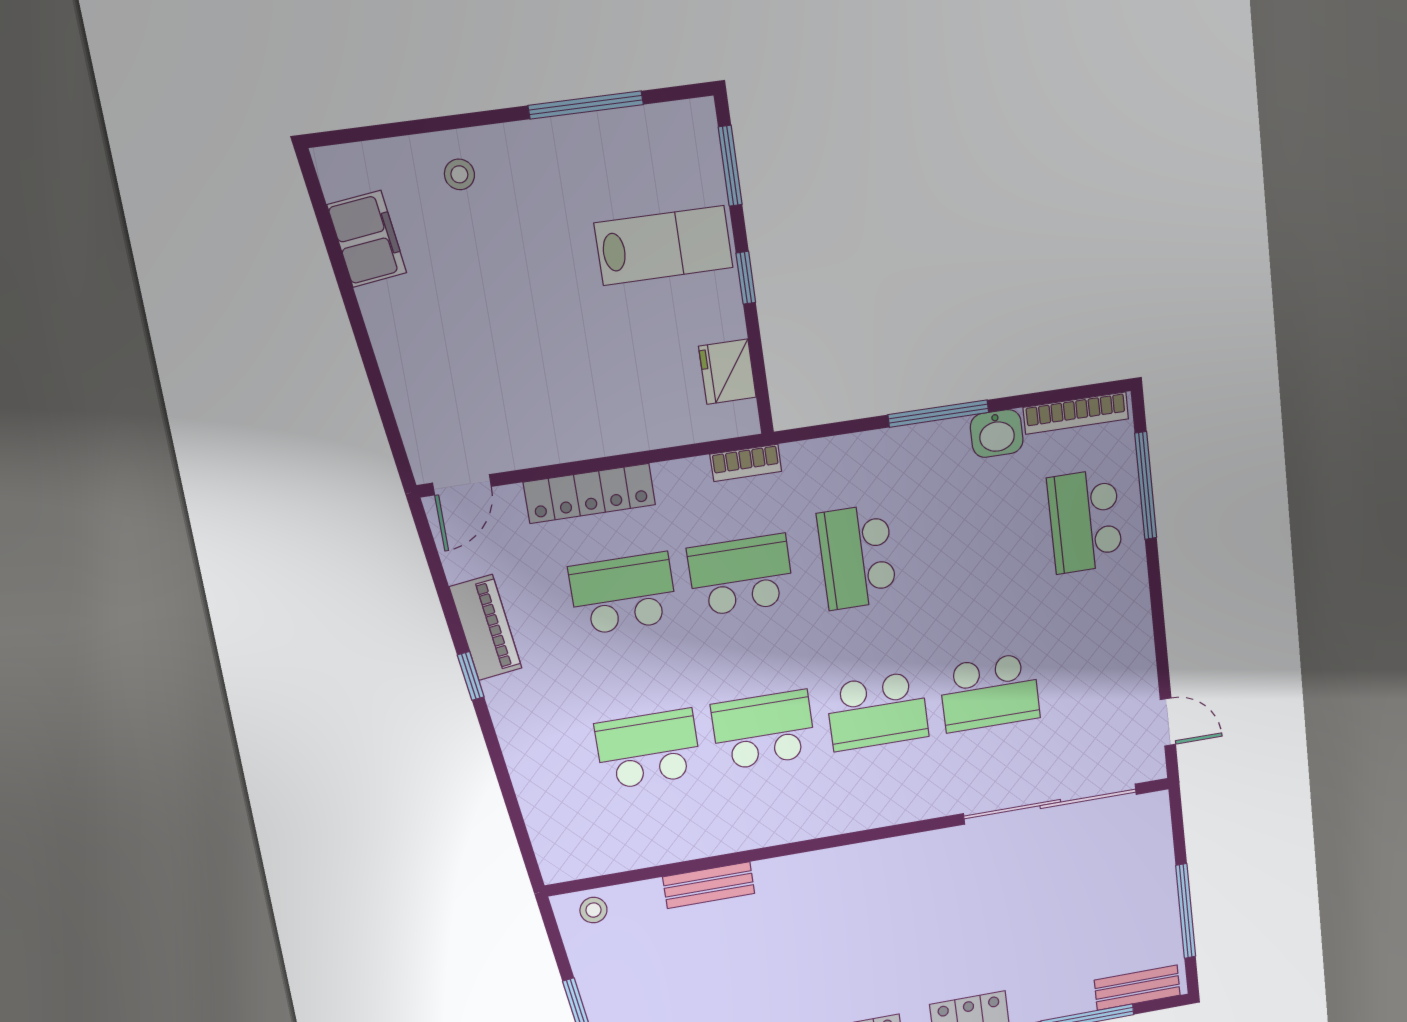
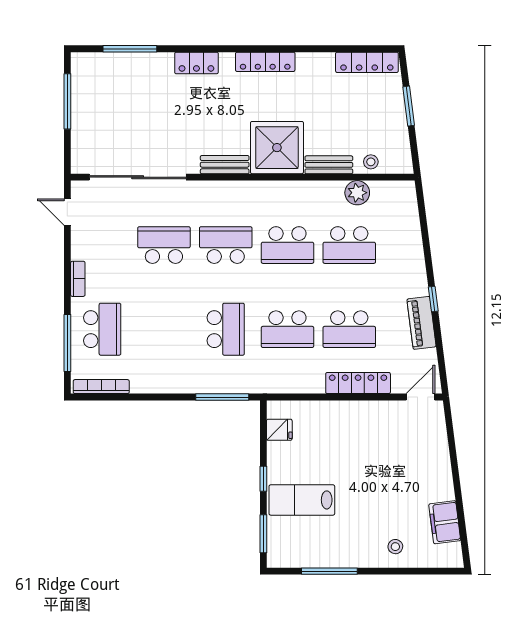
fridge: (727, 372) -> (279, 430), width x0.72
window: (938, 414) -> (222, 397), moved
washbasin: (997, 433) -> (144, 382), removed
bookcase: (746, 463) -> (78, 279), moved, turned 90
plant: (648, 845) -> (357, 193), added
shower: (808, 899) -> (277, 148), added
stool: (593, 910) -> (371, 162), moved
bench: (1137, 988) -> (225, 165), moved

